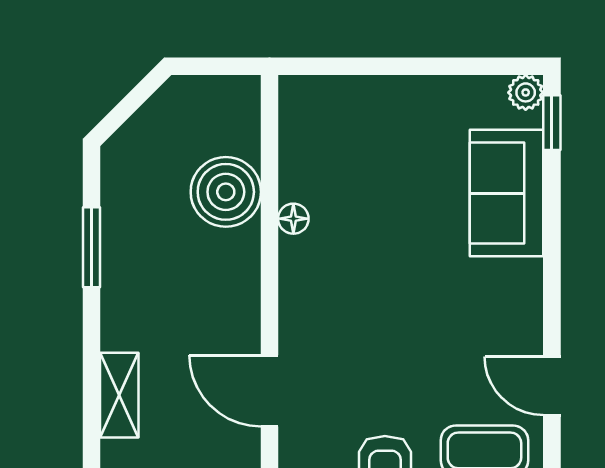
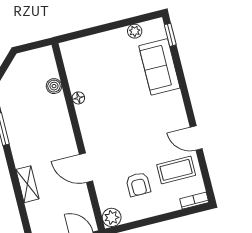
plant: (526, 92) -> (135, 31), moved
boiler: (226, 192) -> (54, 86), width x0.54, depth x0.54

